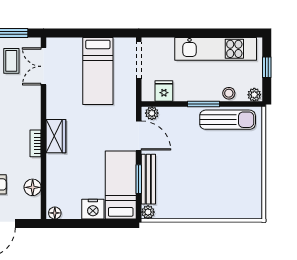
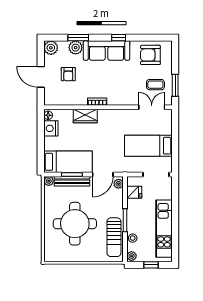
wardrobe: (56, 136) -> (85, 116), moved
round table: (208, 175) -> (75, 224), added
floor lamp: (33, 187) -> (66, 100), removed
nightstand: (93, 209) -> (51, 128), moved

